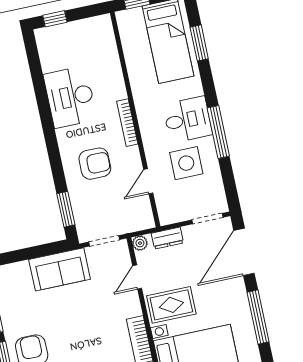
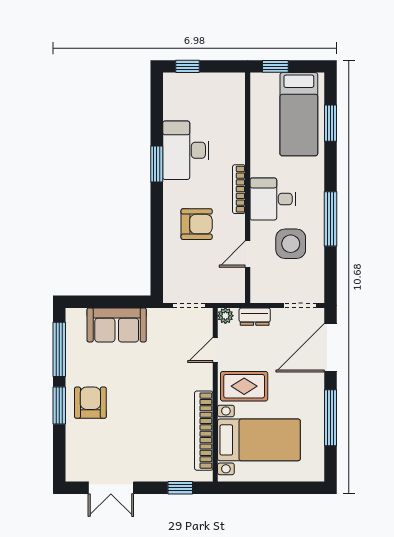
desk: (188, 120) -> (273, 199), moved, turned 180
window: (66, 209) -> (157, 164), moved
sofa: (60, 269) -> (117, 325), moved

